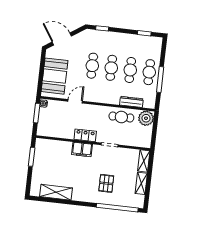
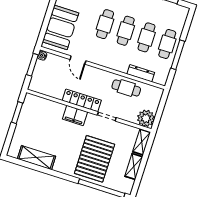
door: (75, 101) -> (78, 60), swing flipped
plant: (146, 118) -> (146, 118), moved
locker: (85, 135) -> (82, 100), width x1.53
pallet: (106, 183) -> (95, 159), width x2.05, depth x2.00

